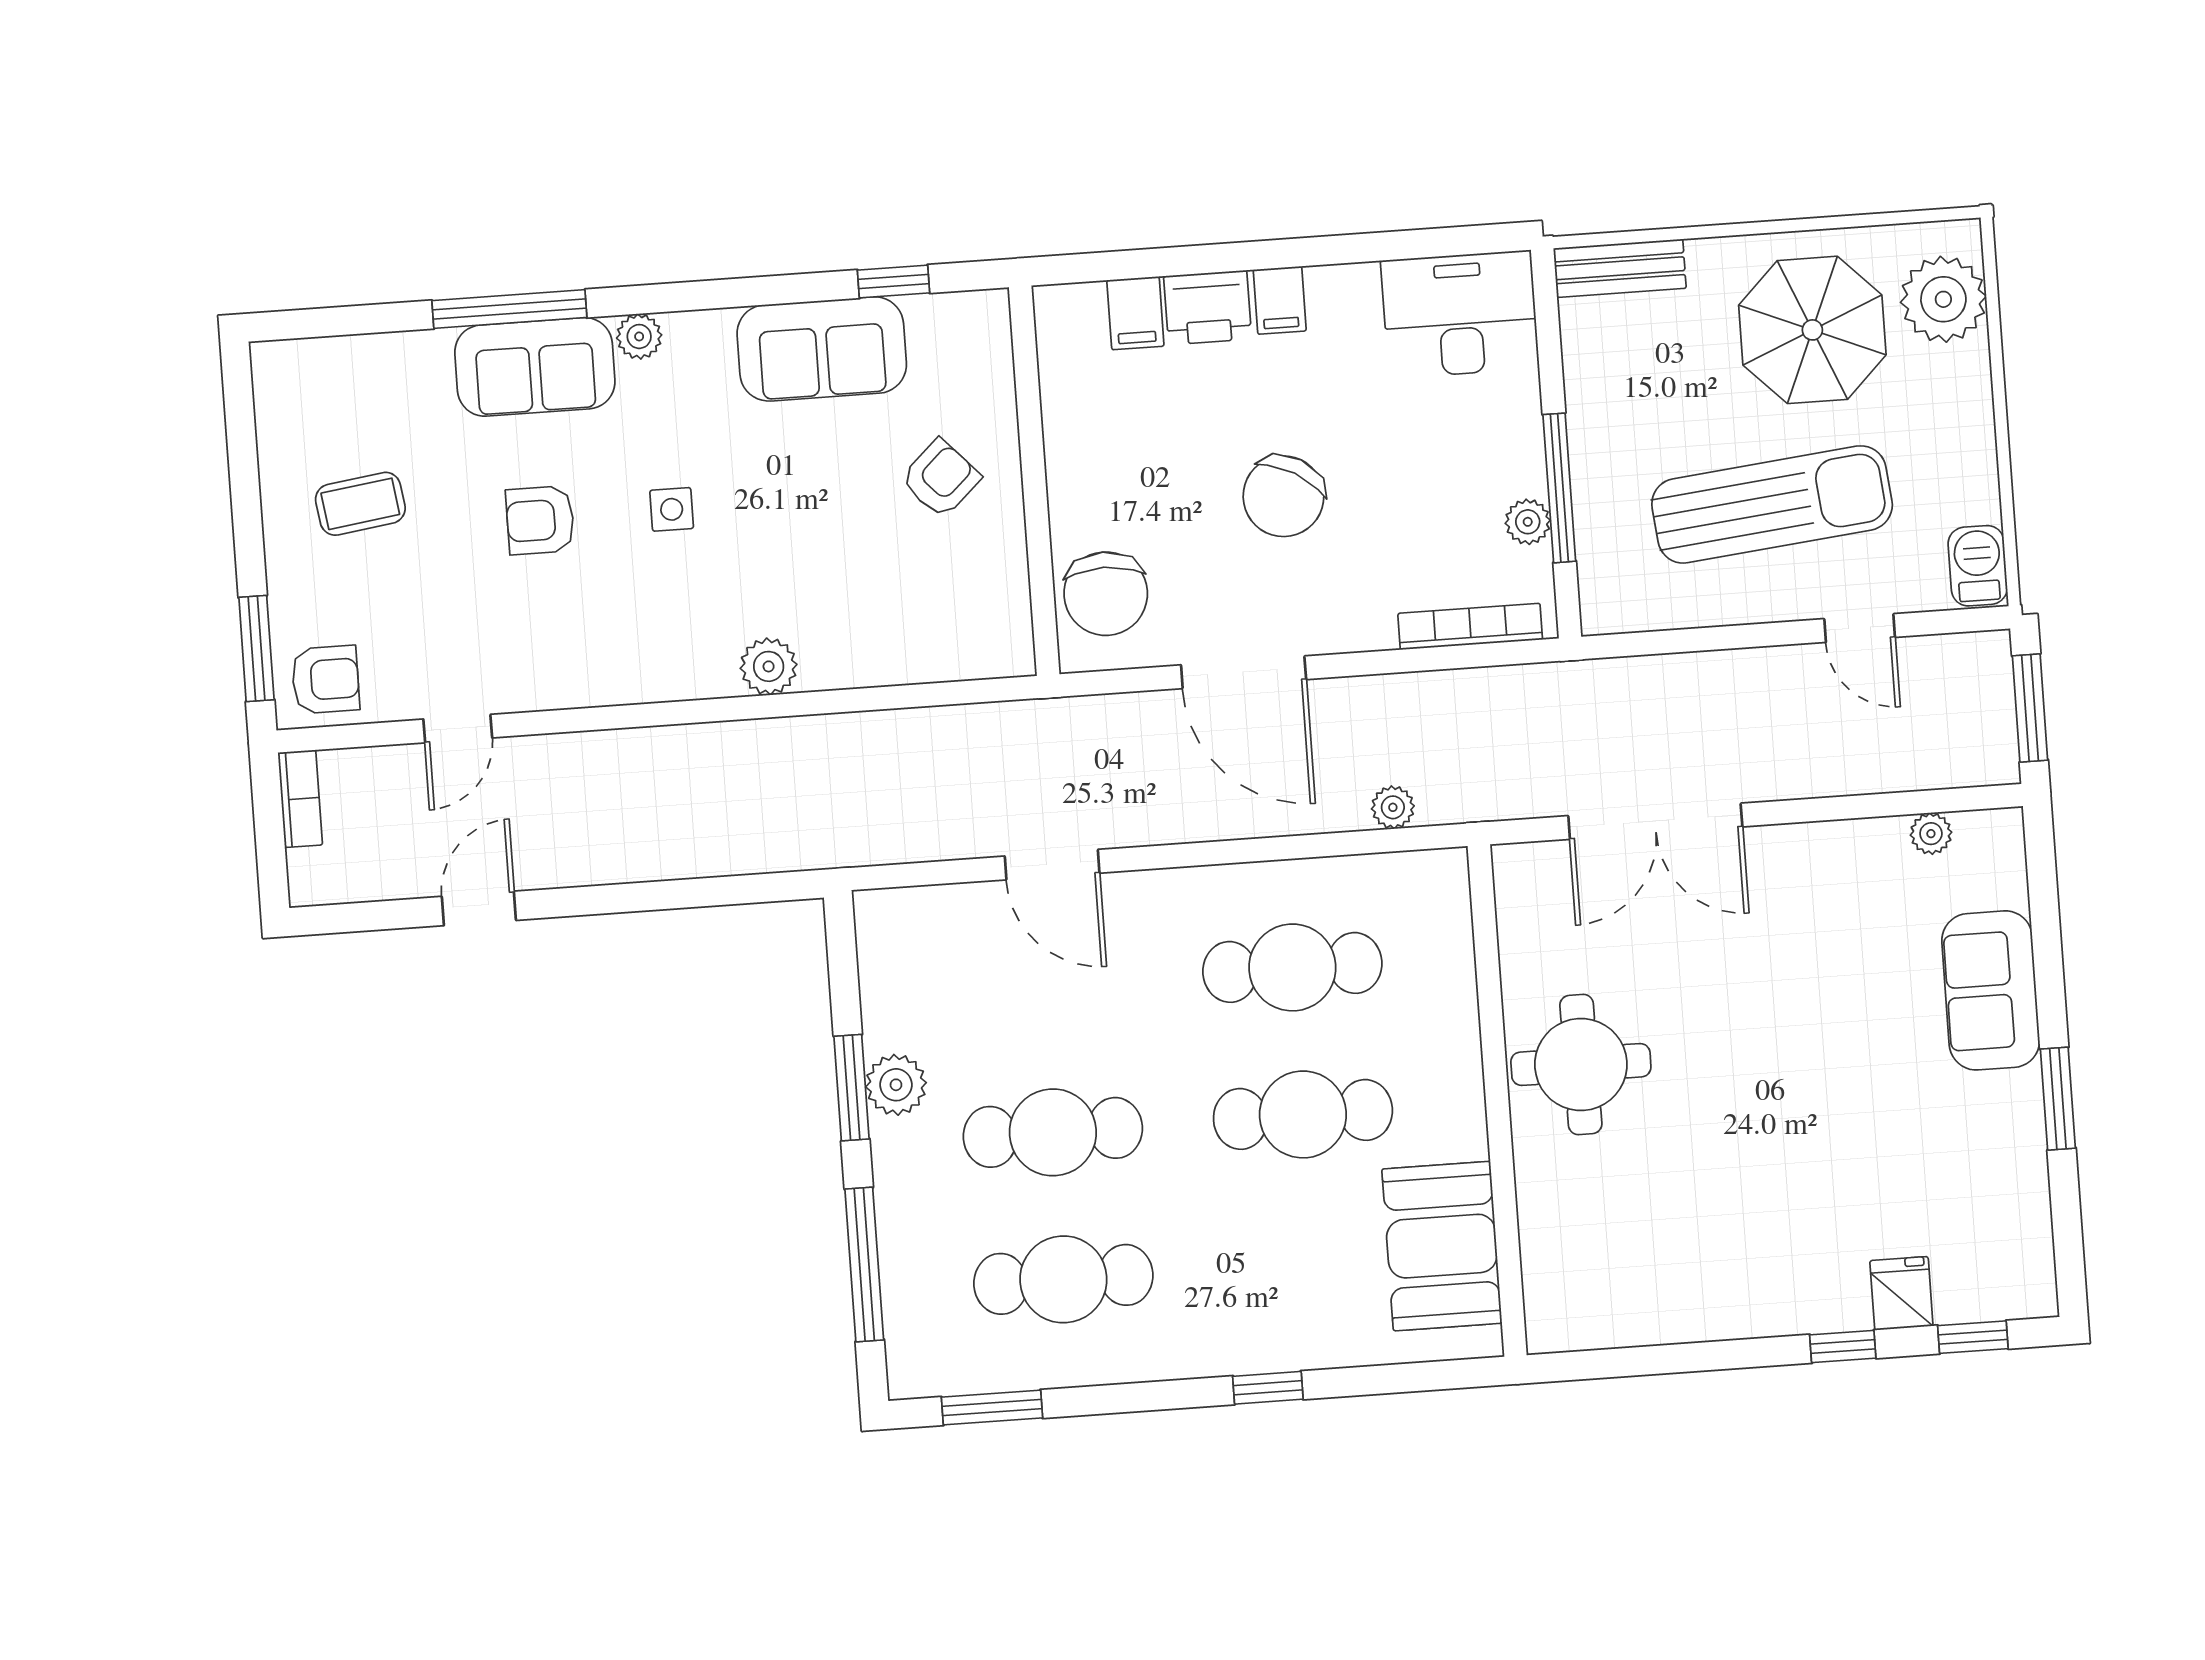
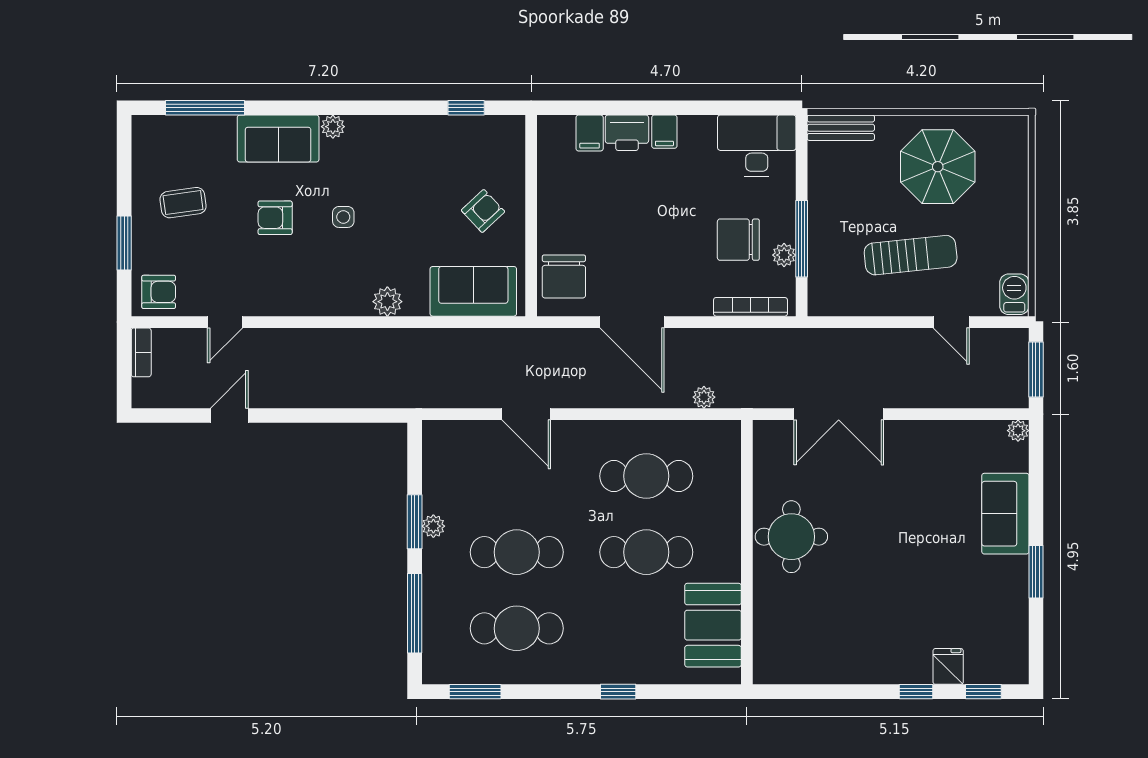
plant: (1943, 299) -> (1006, 156), removed
window: (509, 309) -> (205, 108), moved
sofa: (822, 349) -> (473, 291), moved, turned 180
chair: (1284, 496) -> (738, 240), moved, turned 60
sun lounger: (1772, 504) -> (911, 255), width x0.73, depth x0.75
window: (256, 648) -> (124, 243), moved
plant: (1931, 834) -> (1018, 431), moved
plant: (896, 1085) -> (433, 526), width x0.73, depth x0.73

